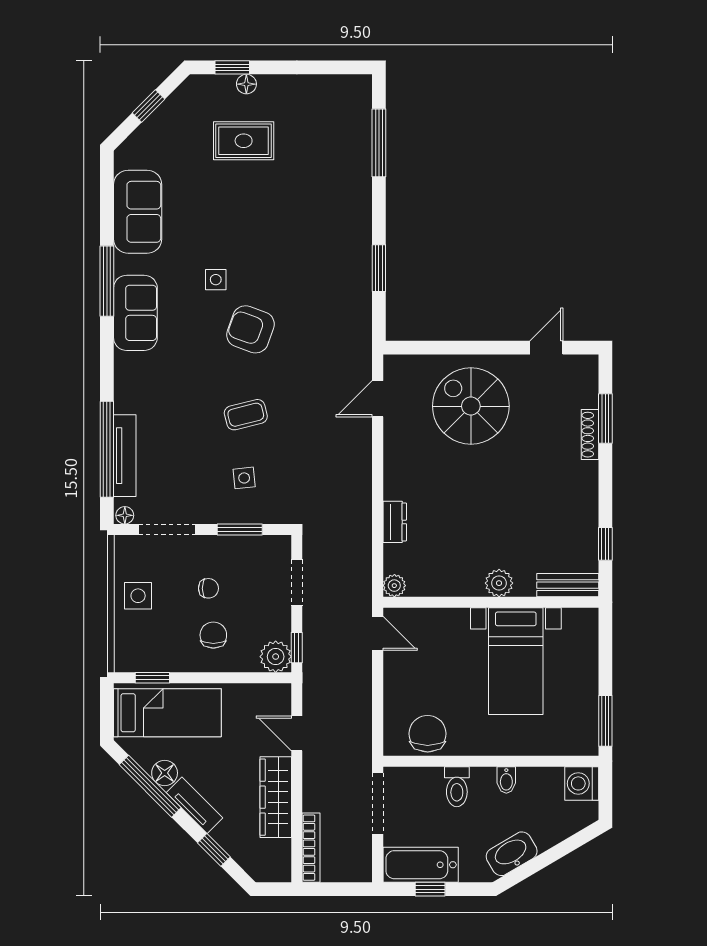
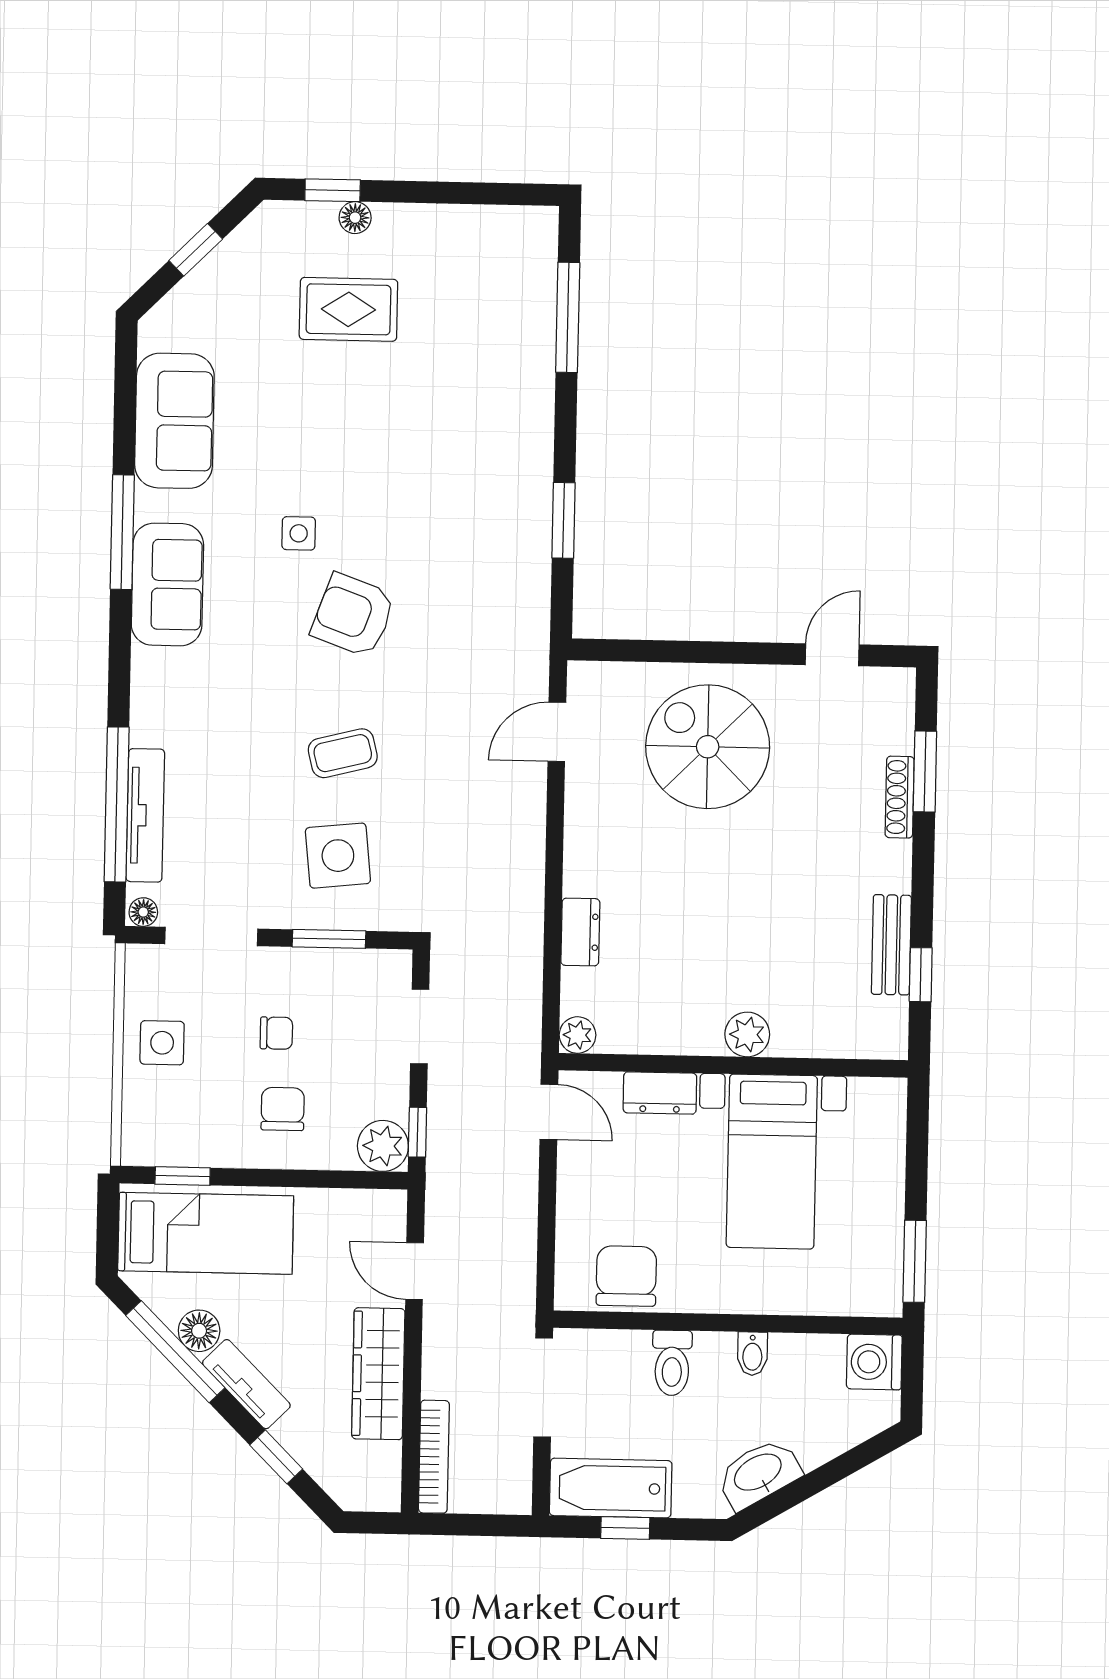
side table: (244, 478) -> (338, 856), width x1.87, depth x1.87
bench: (568, 585) -> (891, 945), moved, turned 90
dresser: (446, 620) -> (660, 1093), added

